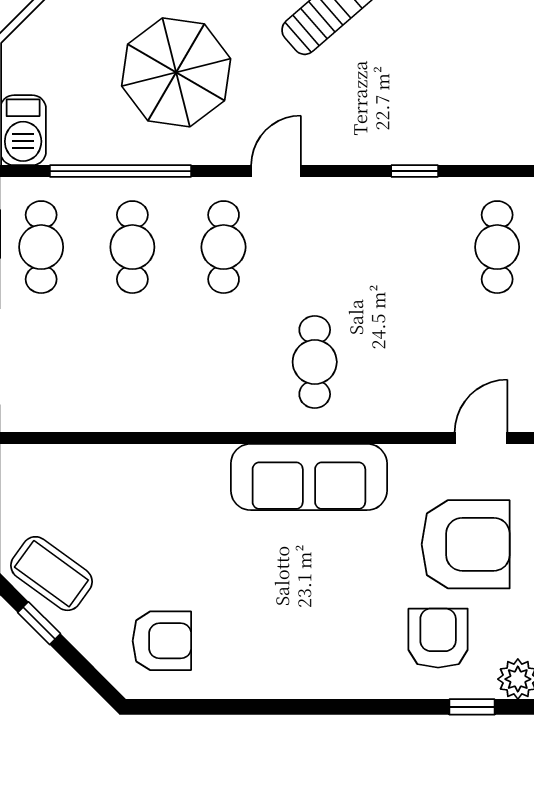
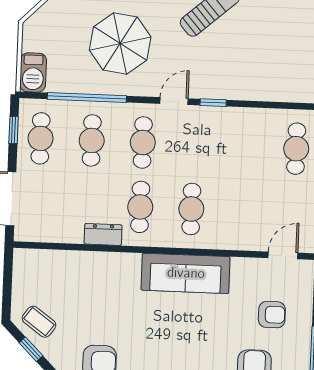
window: (415, 171) -> (213, 103), moved
cafe table: (224, 362) -> (140, 207), added
dresser: (159, 414) -> (103, 234), added
armchair: (466, 544) -> (272, 315), width x0.53, depth x0.53
coffee table: (51, 574) -> (39, 322), width x0.73, depth x0.77

